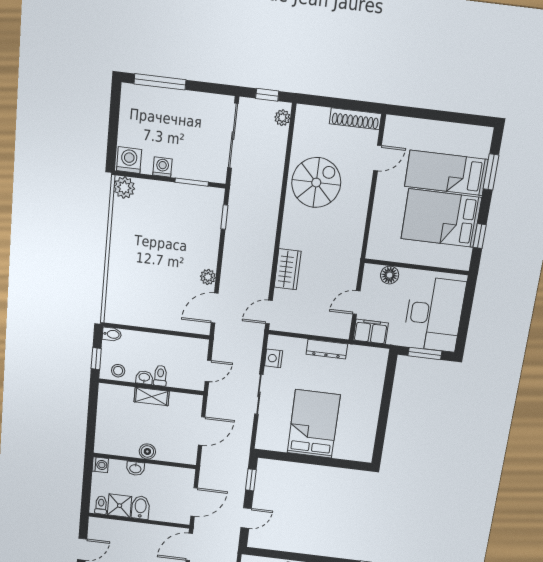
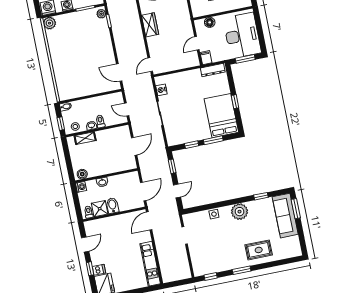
wardrobe: (288, 269) -> (150, 25), moved
plant: (208, 277) -> (101, 14), moved
door: (215, 308) -> (119, 72), hinge flipped
filing cabinet: (371, 332) -> (206, 58), width x0.50
dresser: (327, 349) -> (213, 70), moved
door: (208, 371) -> (127, 109), swing flipped
shelving: (152, 397) -> (85, 138), moved
window: (383, 415) -> (235, 102), added
bed: (314, 424) -> (221, 116), moved
boiler: (147, 451) -> (82, 174), moved
window: (292, 458) -> (192, 145), added
window: (328, 462) -> (213, 140), added

